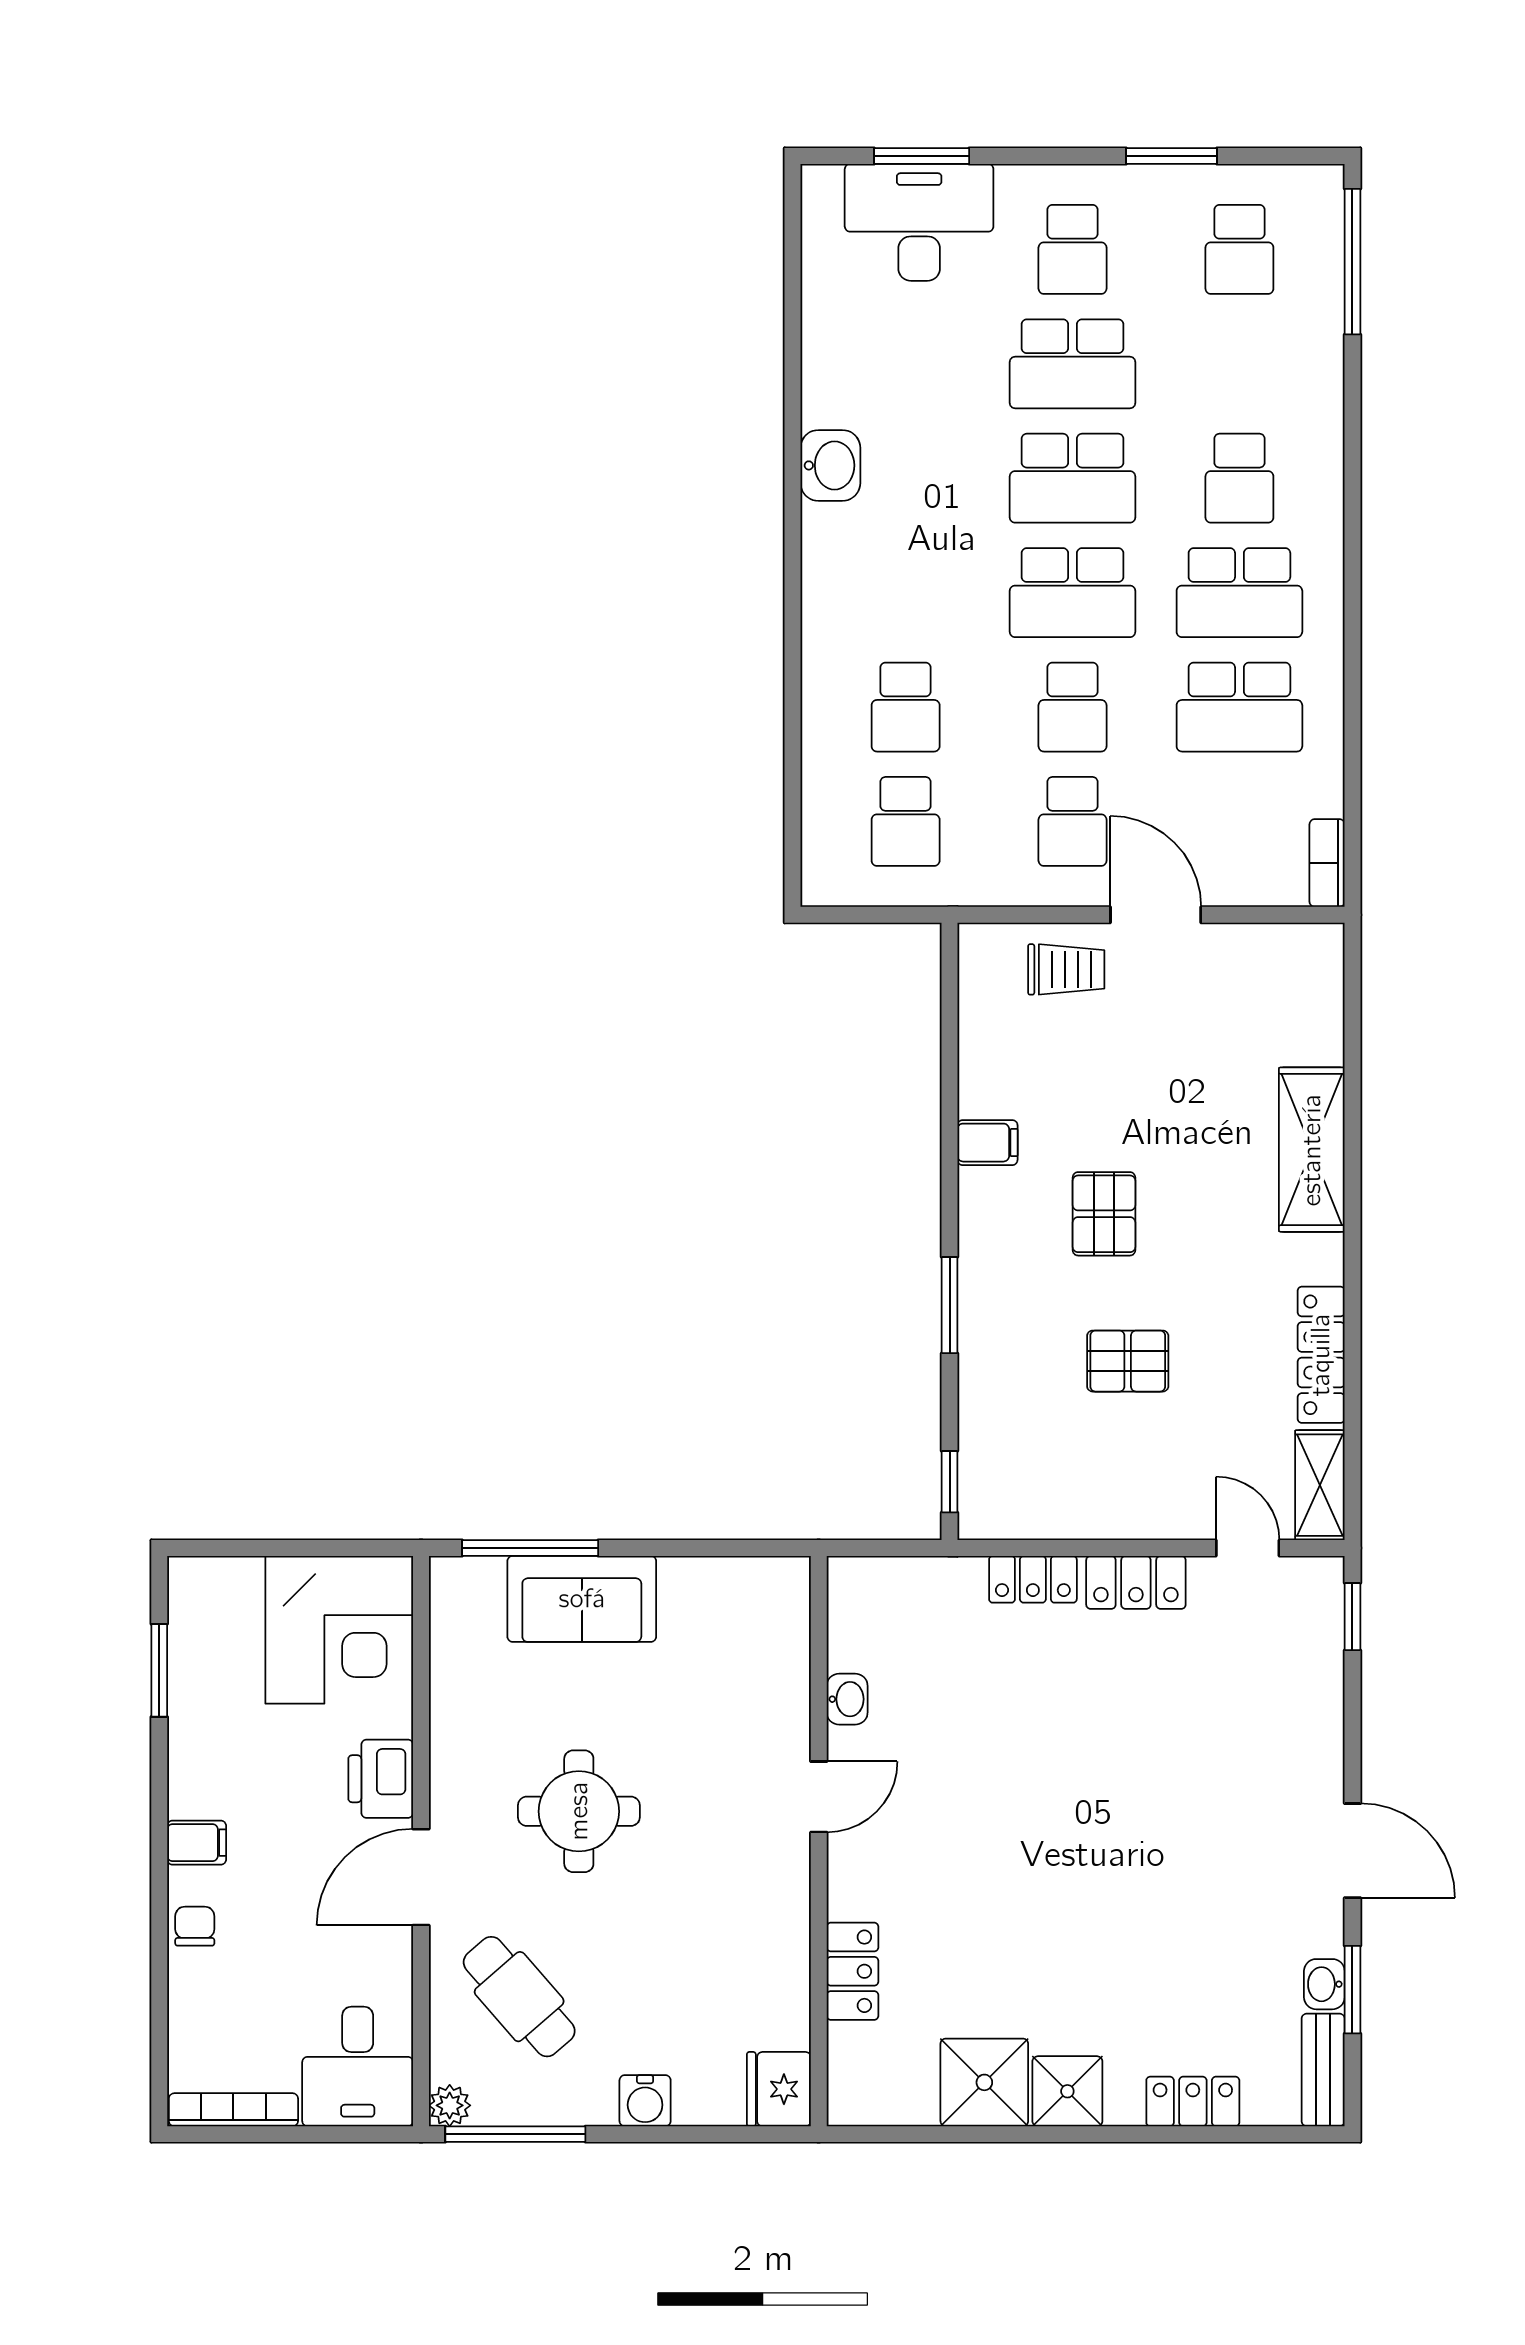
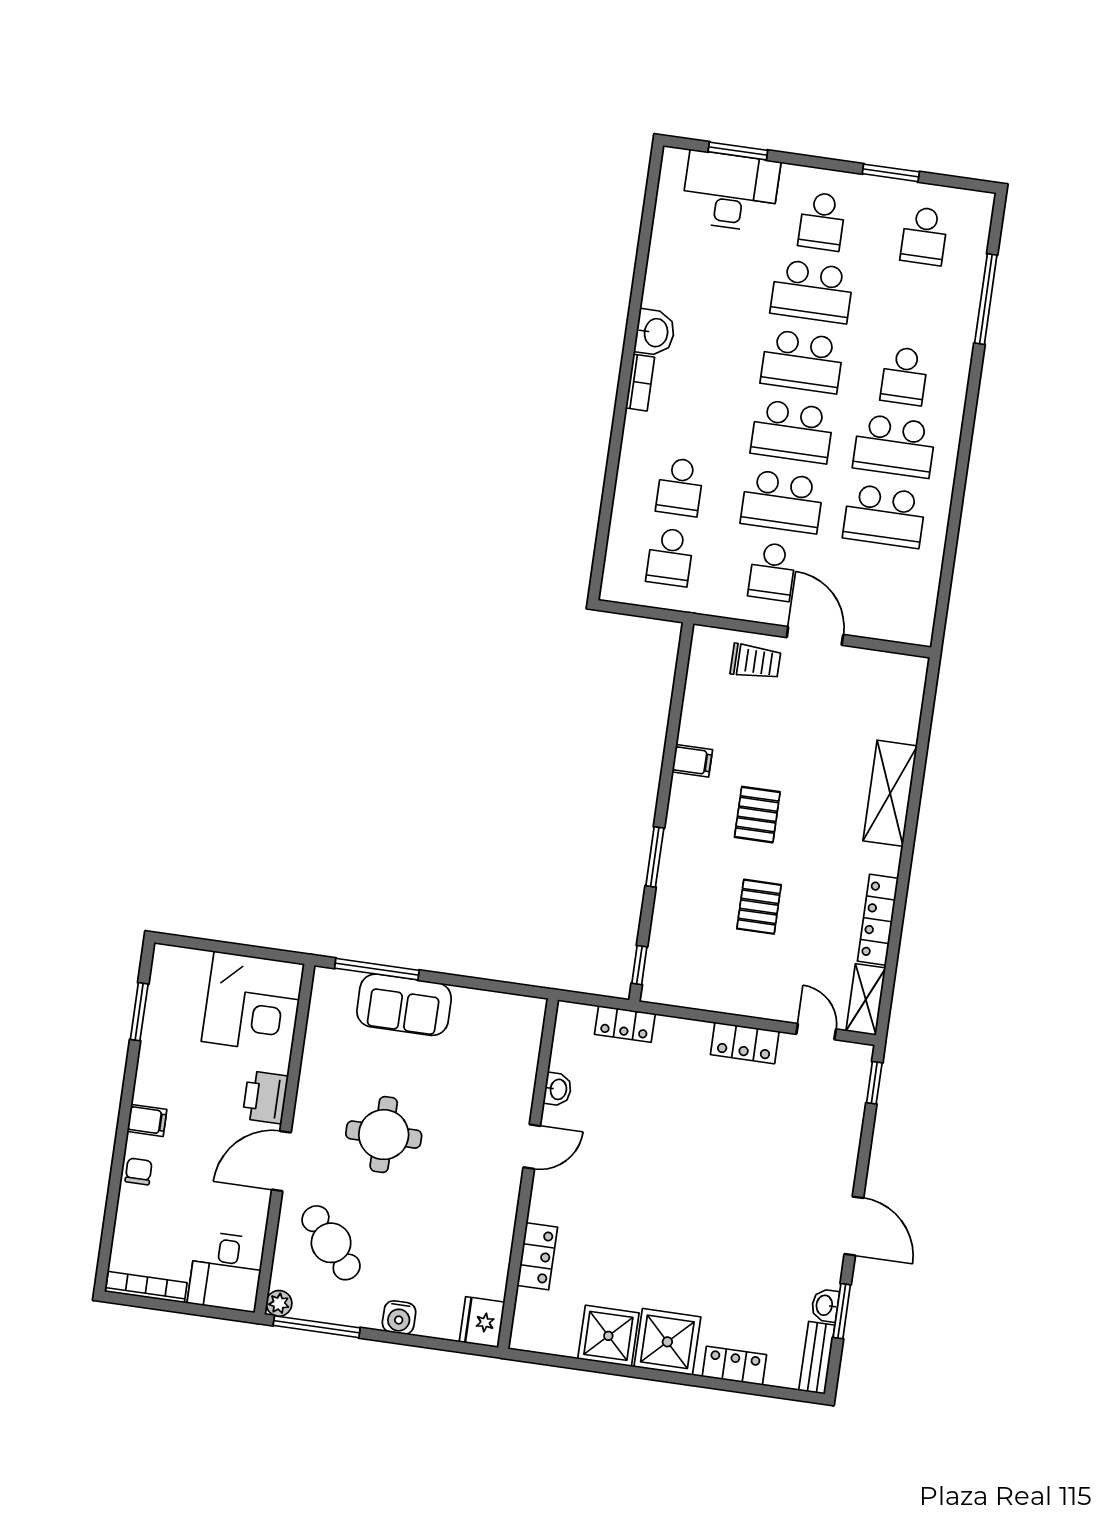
window: (1352, 262) -> (986, 299), moved
school desk: (1073, 707) -> (782, 502), width x1.85
bookcase: (1327, 863) -> (640, 383), moved, turned 180
pallet: (1128, 1361) -> (759, 907), turned 90
locker: (1033, 1579) -> (625, 1024), moved
shower: (1067, 2091) -> (667, 1342), width x1.36, depth x1.36

